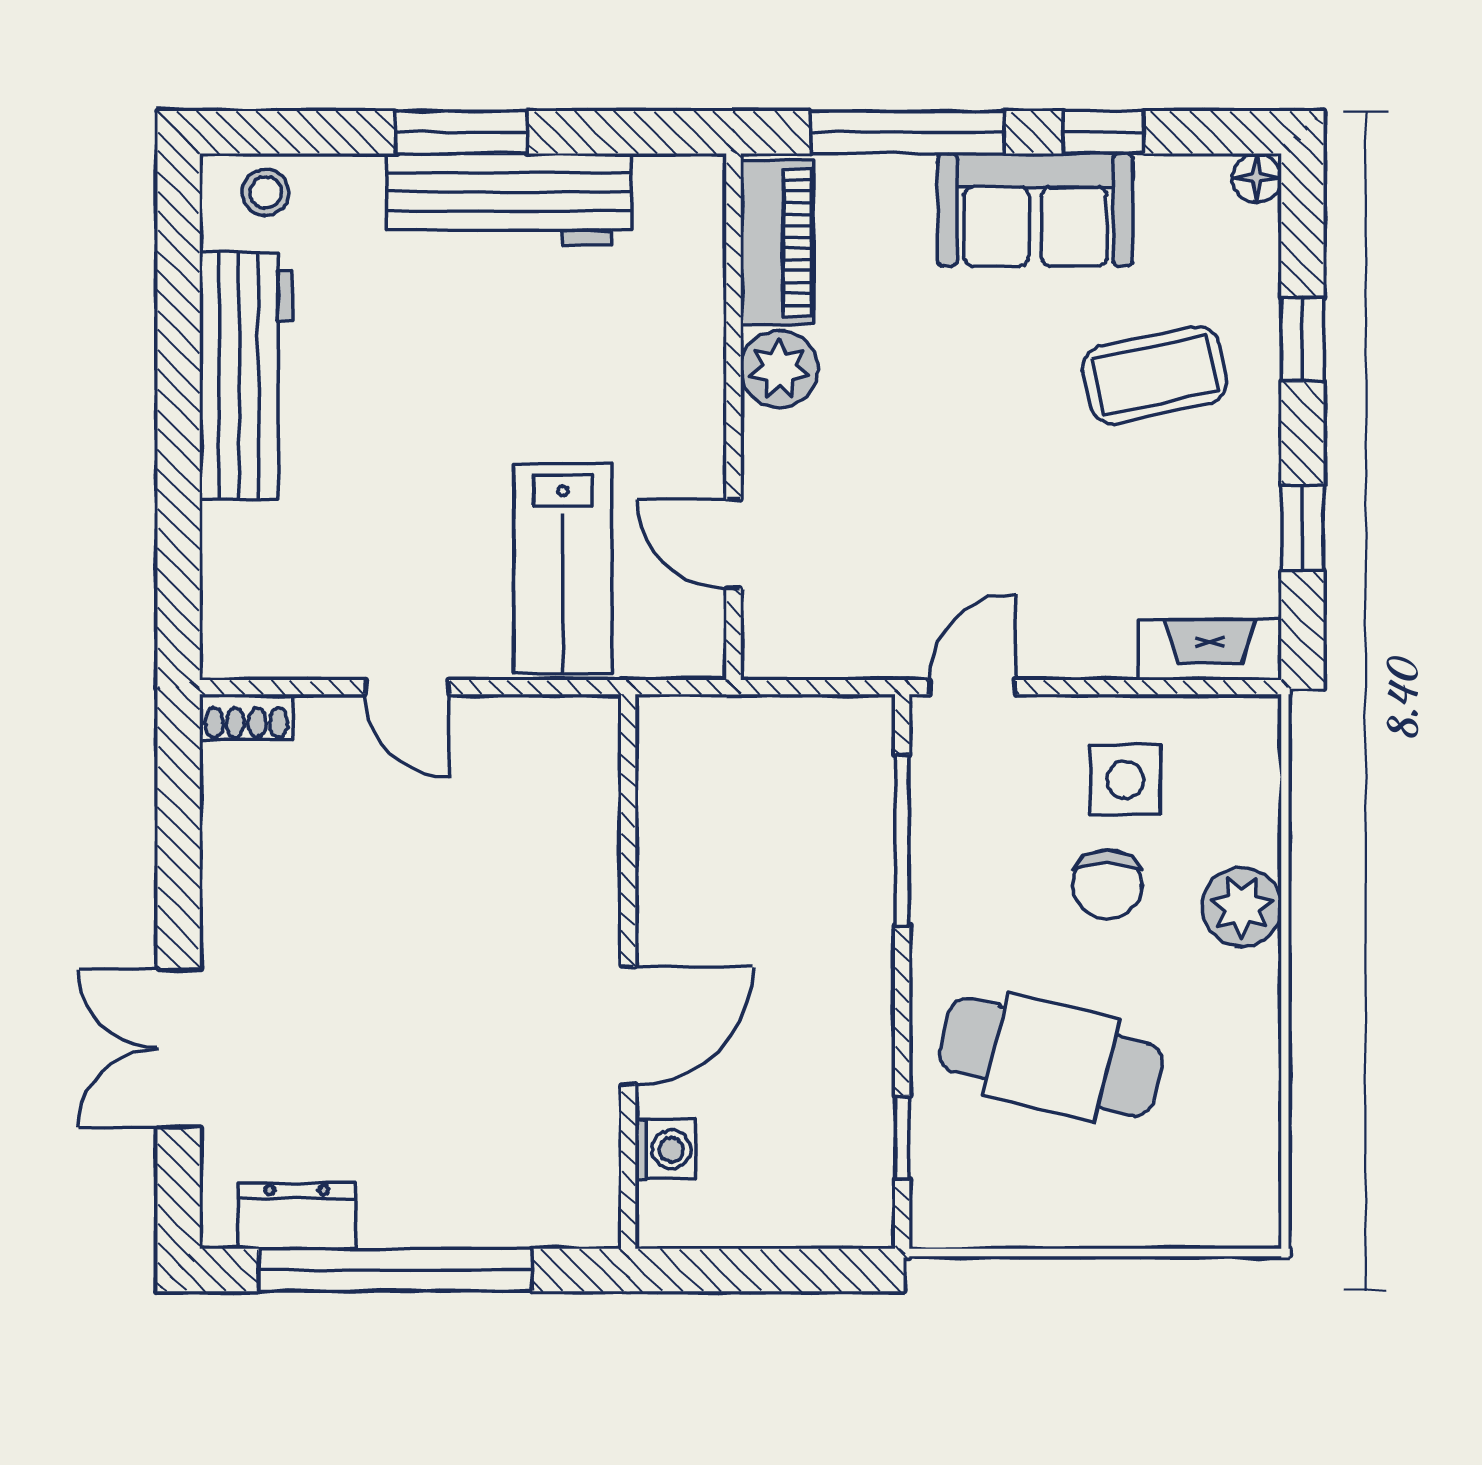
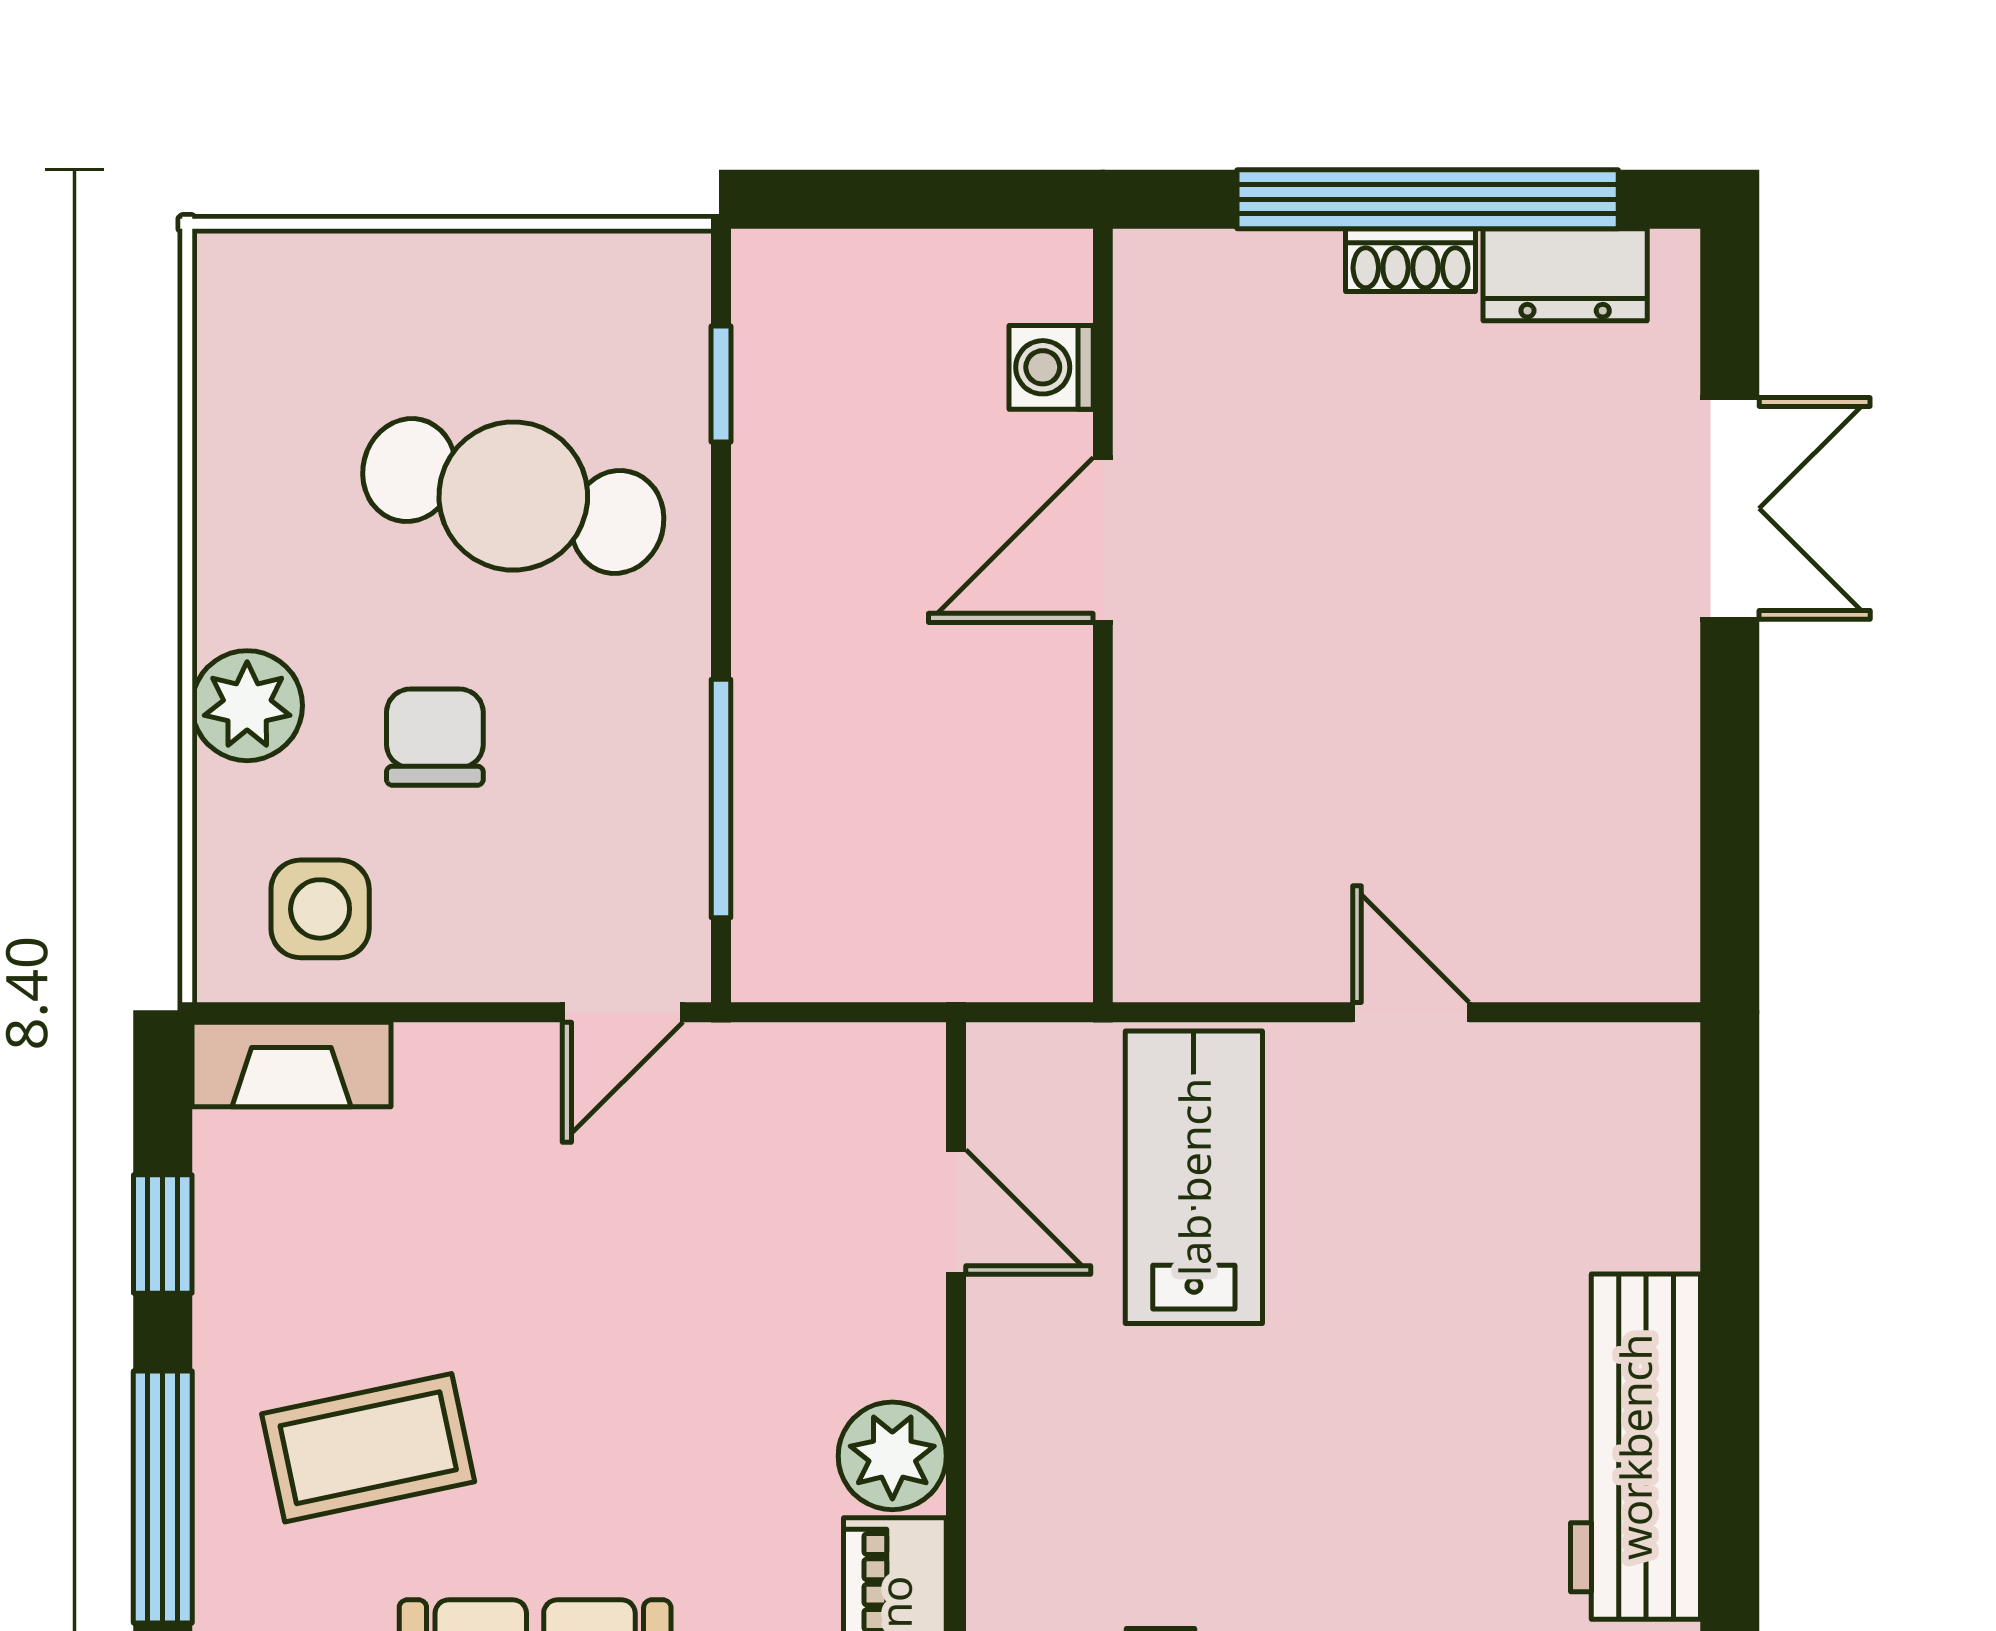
window: (1302, 339) -> (163, 1497), width x2.17
shoe rack: (246, 717) -> (1410, 260), moved, turned 180
side table: (1125, 780) -> (320, 909), moved

